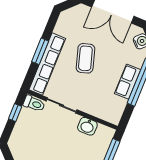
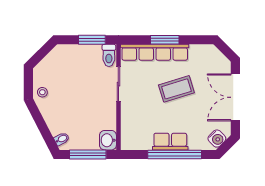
window: (15, 113) -> (92, 40), width x1.50
washbasin: (87, 126) -> (108, 140), moved

